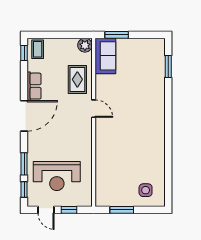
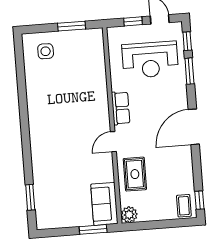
row of seats: (34, 86) -> (121, 108), moved, turned 180
door: (94, 109) -> (113, 142), hinge flipped
reception desk: (57, 176) -> (150, 60), turned 180

